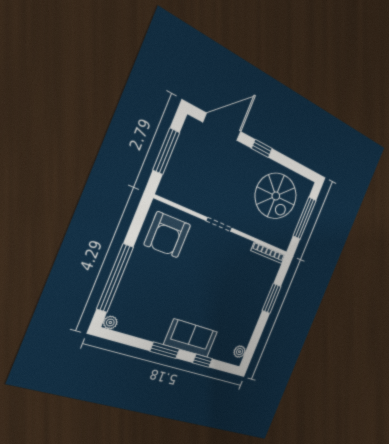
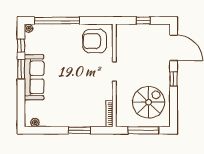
window: (166, 151) -> (143, 21), width x0.46
spiral stairs: (276, 196) -> (149, 102), turned 180
sofa: (191, 338) -> (34, 77), width x1.36
window: (203, 361) -> (21, 46), moved

